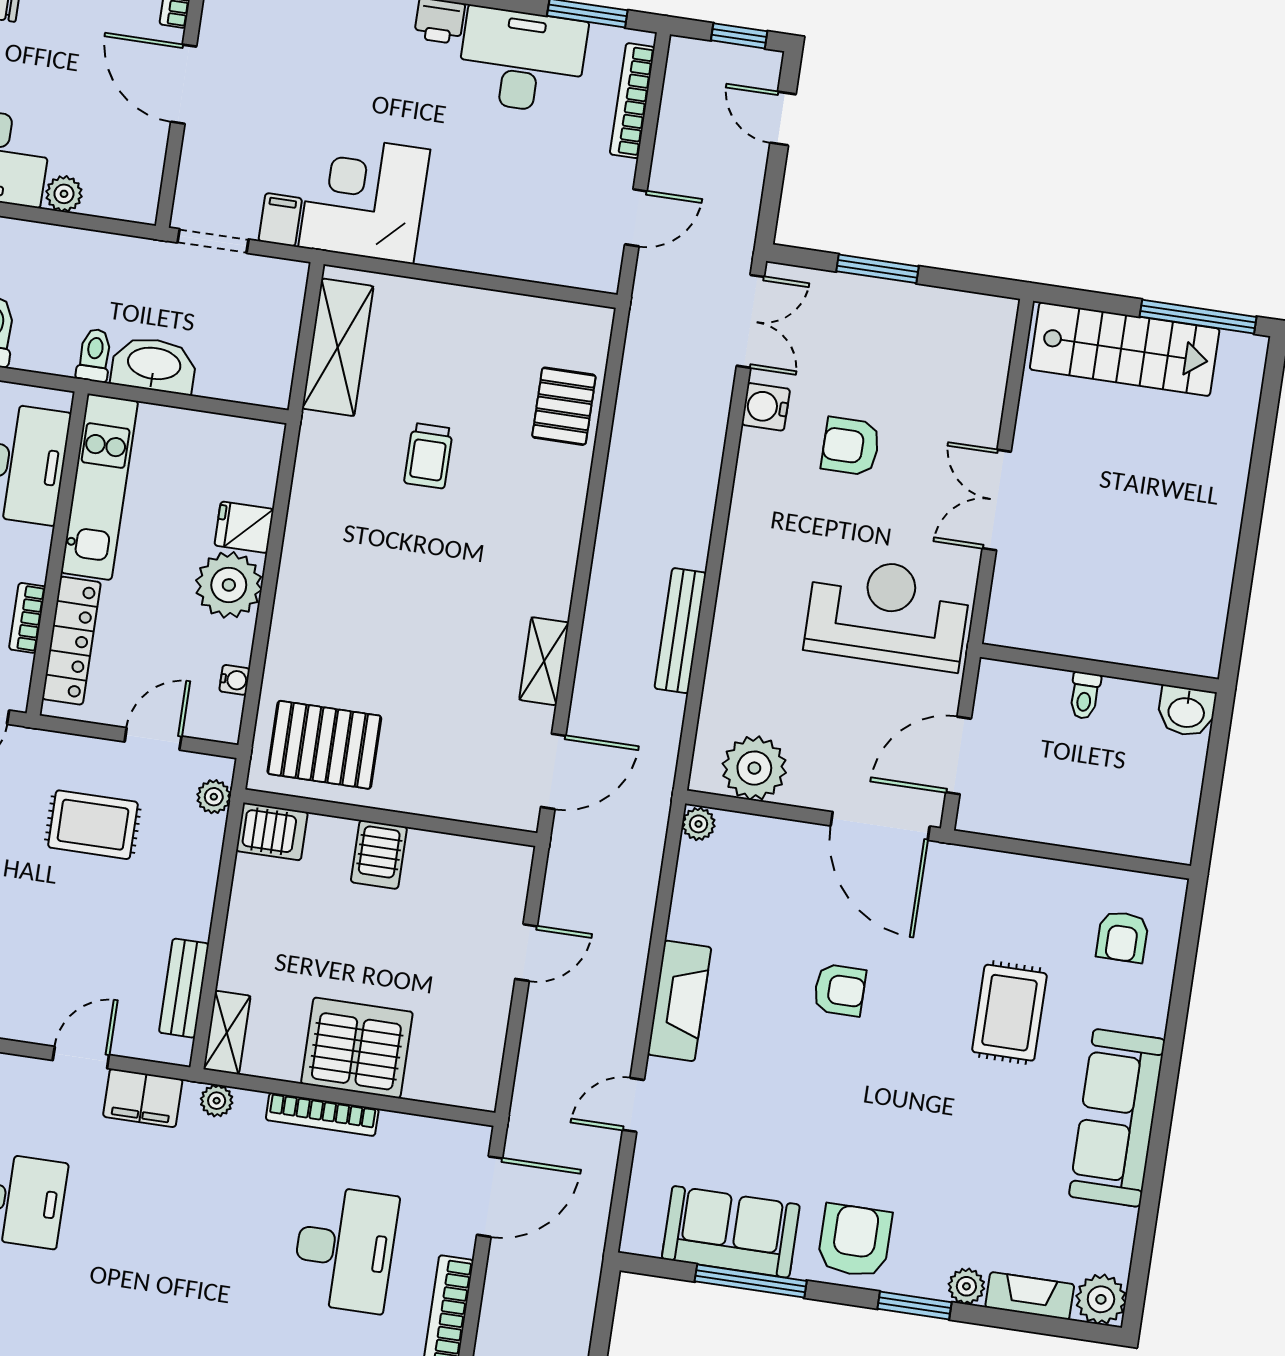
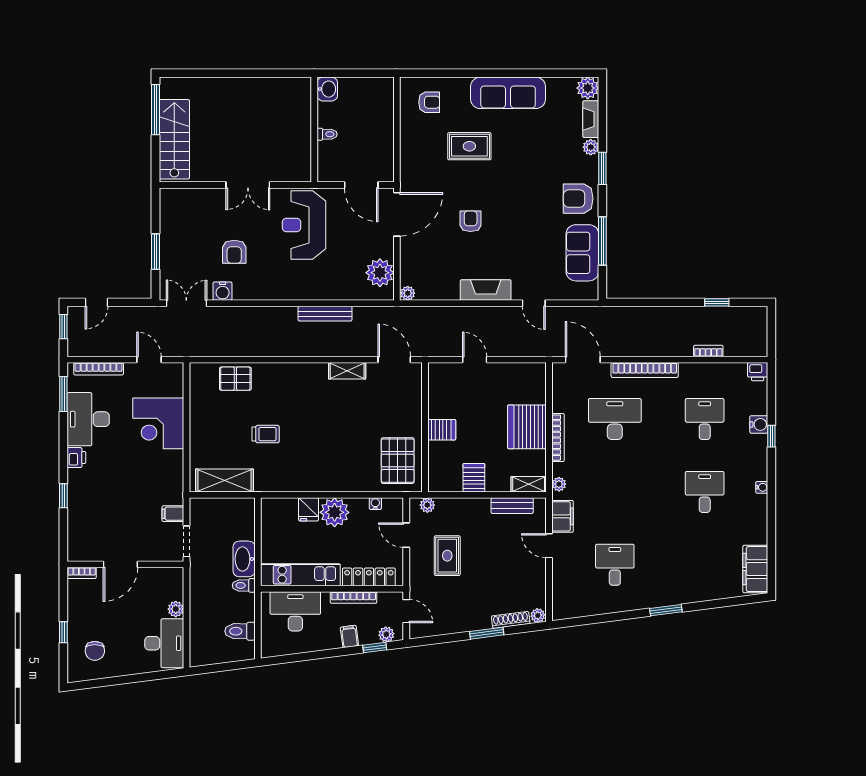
corner desk: (364, 198) -> (158, 423), moved
bookcase: (27, 618) -> (354, 597), width x1.56
server rack: (272, 832) -> (474, 478), moved

